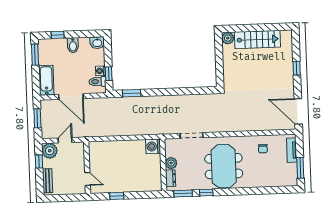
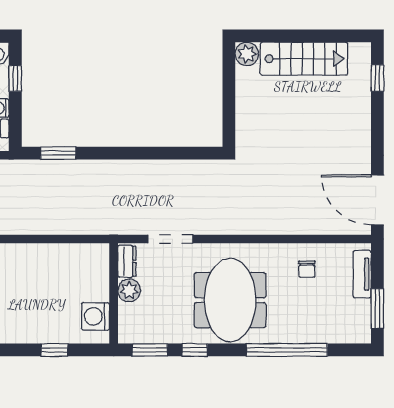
window: (297, 68) -> (377, 78), moved
window: (109, 74) -> (15, 78), moved
washing machine: (153, 146) -> (96, 316), moved
dresser: (171, 178) -> (127, 261), moved
window: (254, 191) -> (287, 350), added
window: (117, 196) -> (54, 350), moved

